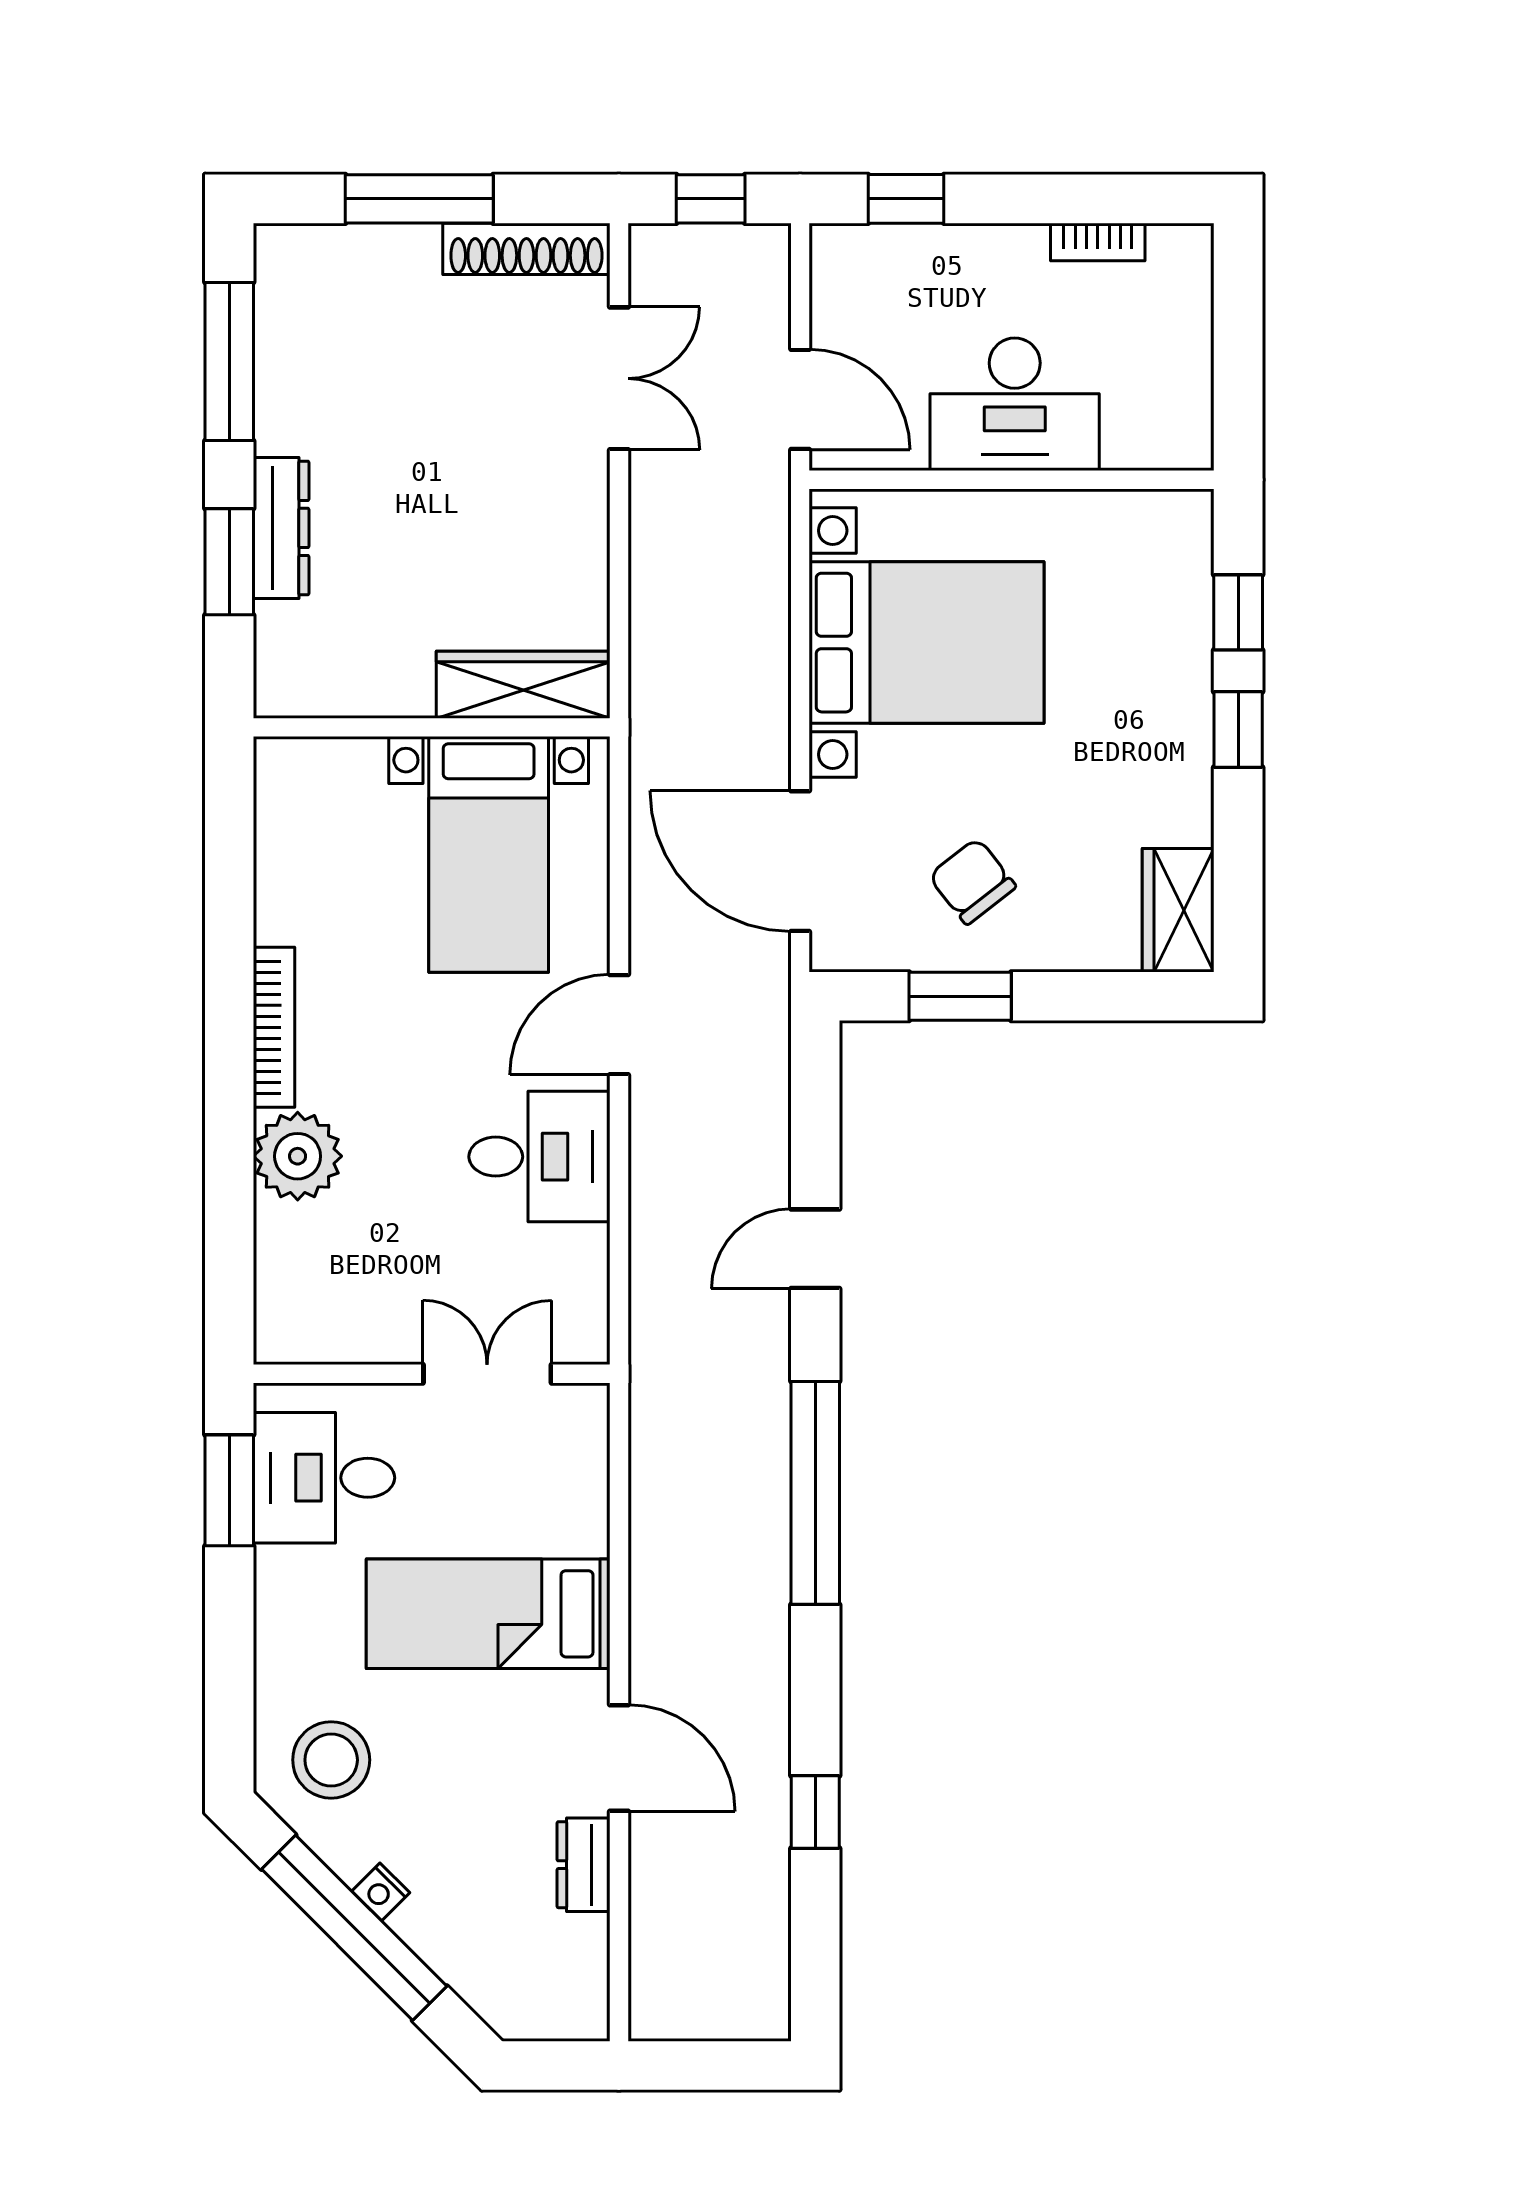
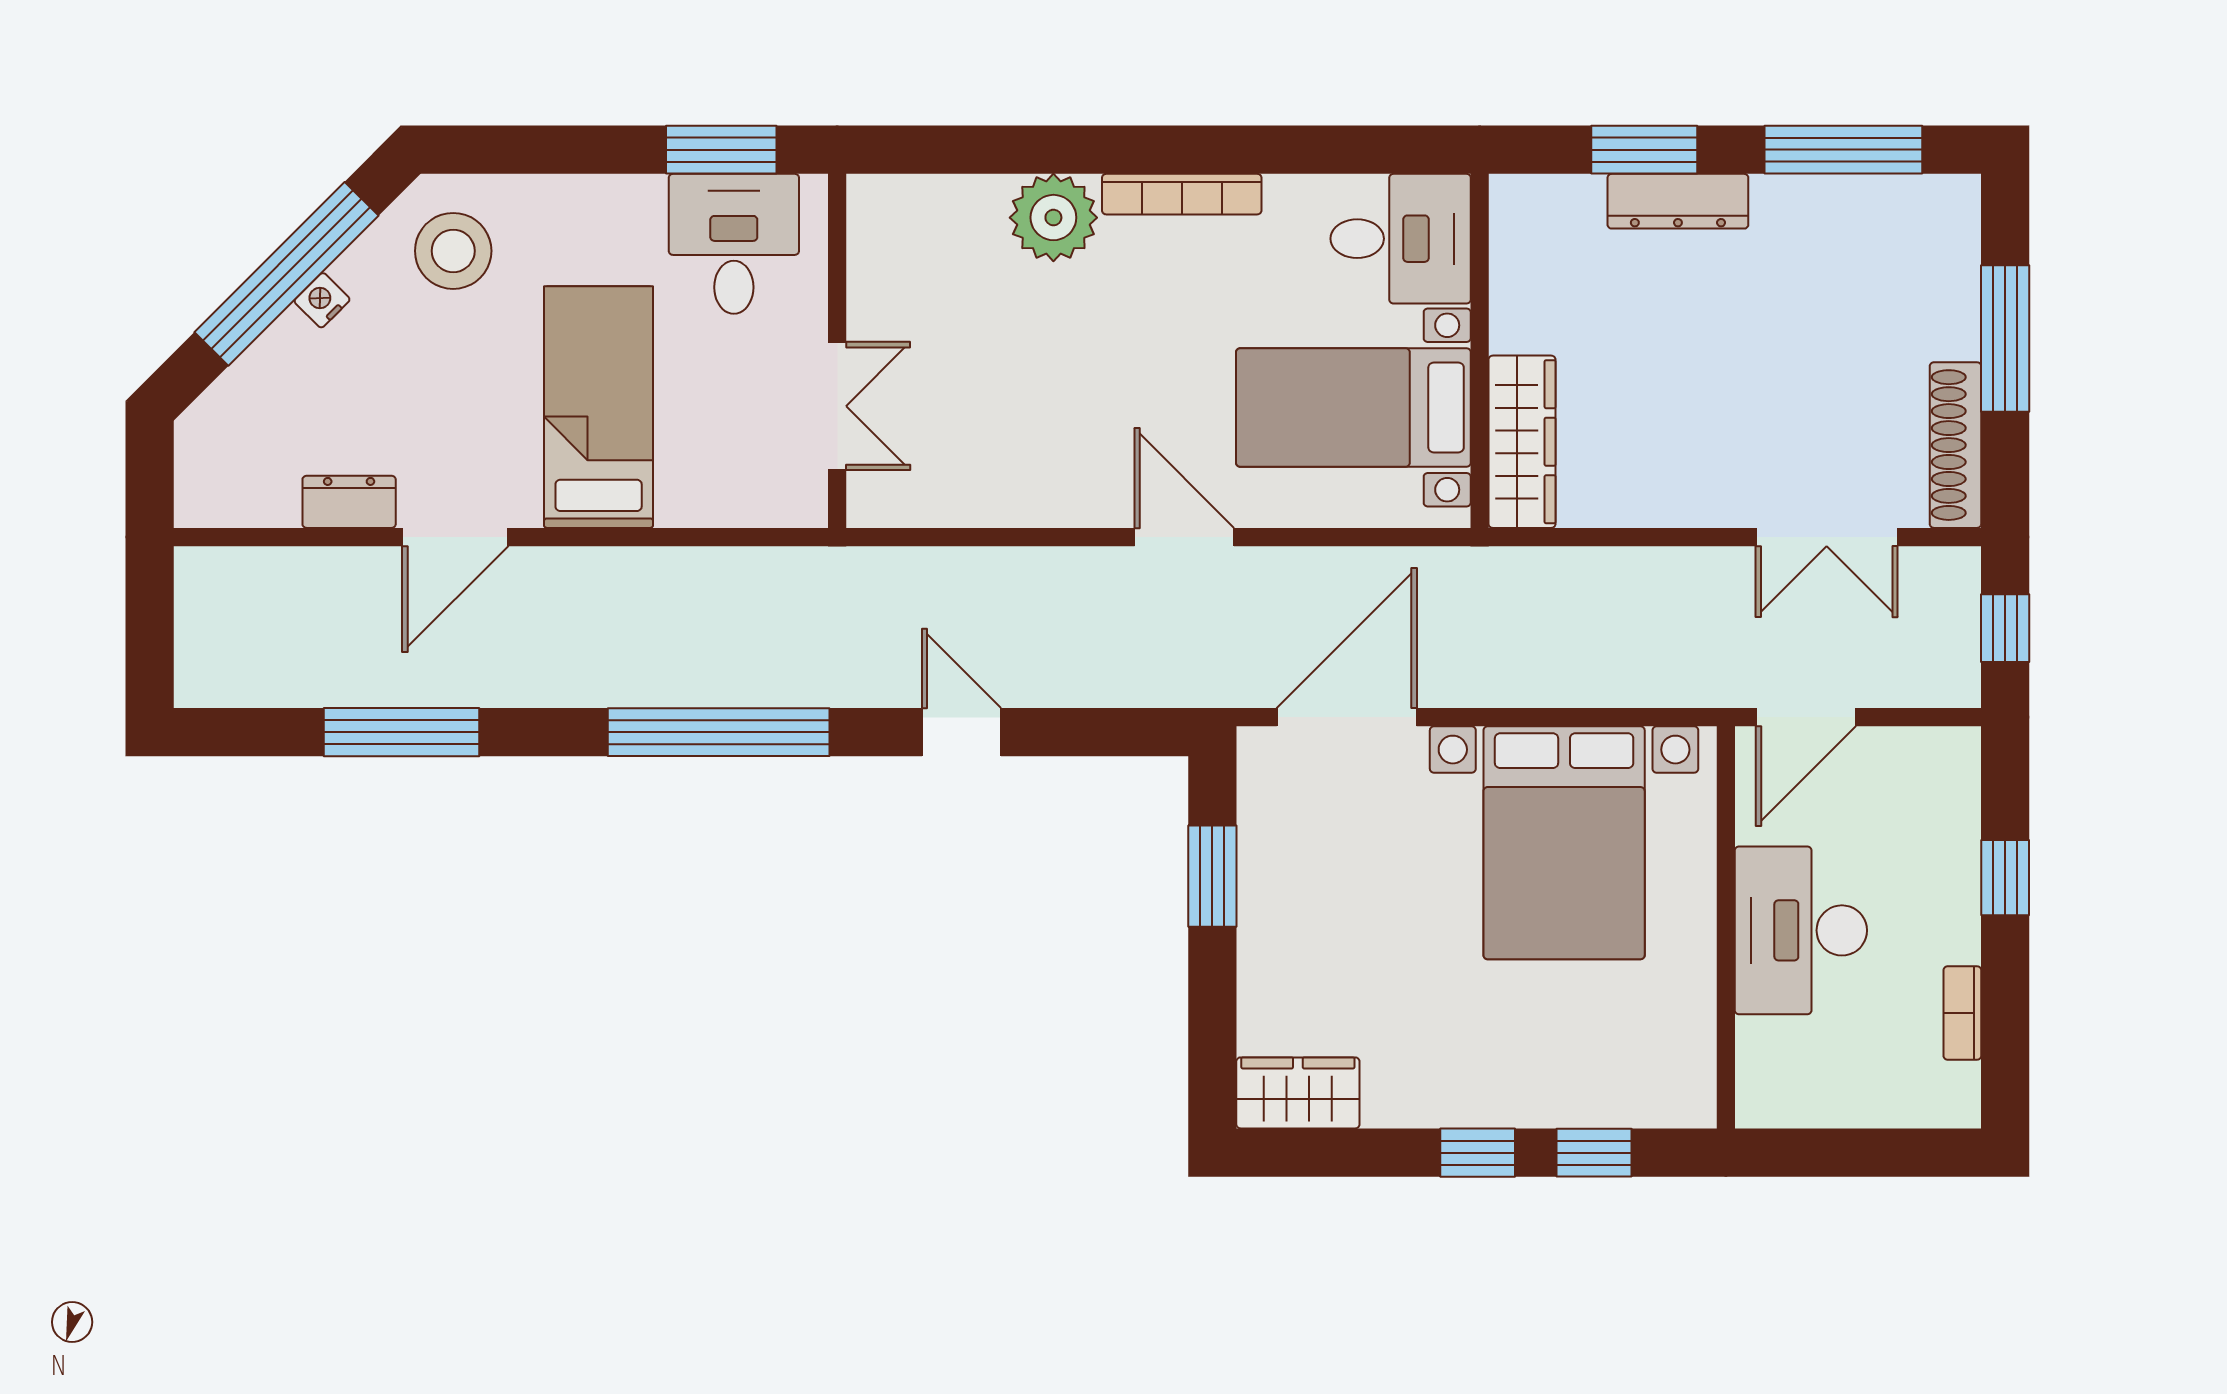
window: (906, 199) -> (2005, 878), moved
chair: (972, 881) -> (1327, 888), removed
desk: (539, 1157) -> (1401, 239), moved, turned -90
window: (815, 1812) -> (401, 732), width x2.17

